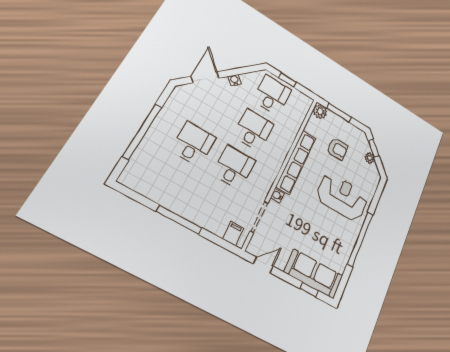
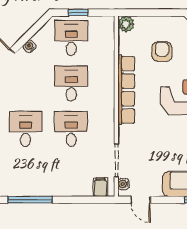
window: (339, 113) -> (147, 13), removed
armchair: (338, 149) -> (162, 52), turned -90
water cooler: (277, 195) -> (124, 184), moved
window: (179, 220) -> (30, 200), moved
door: (263, 265) -> (141, 200), swing flipped

